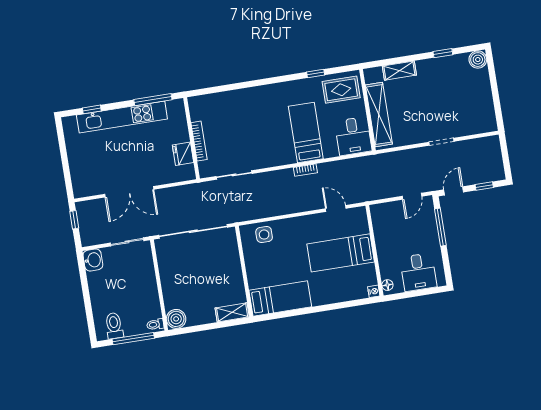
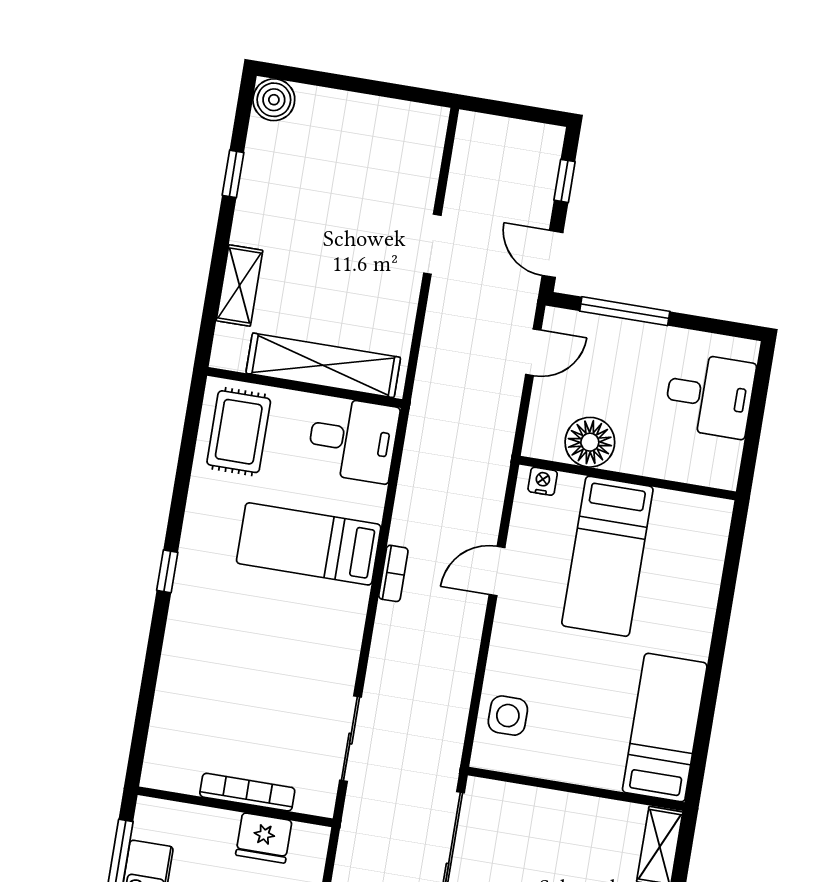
window: (316, 74) -> (167, 571), moved
door: (412, 196) -> (533, 352), hinge flipped
door: (336, 208) -> (497, 571), moved
floor lamp: (387, 285) -> (590, 442), moved, width x1.89, depth x1.89
nightstand: (374, 291) -> (543, 481), moved

